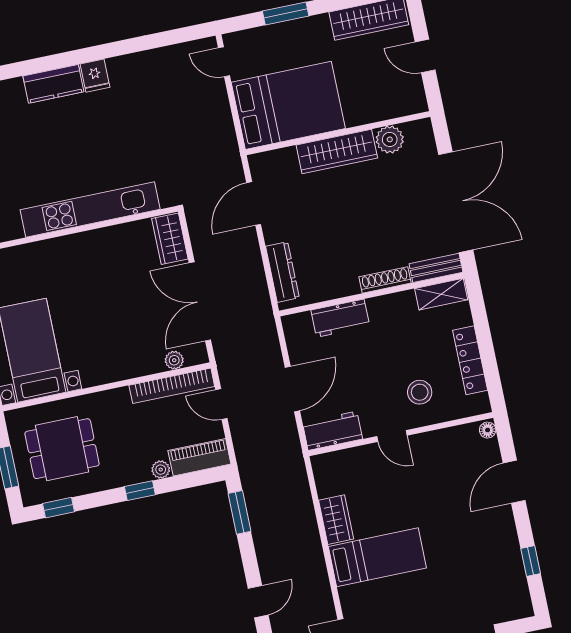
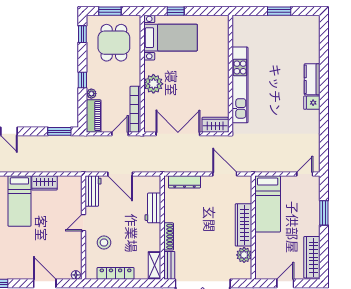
bed: (288, 105) -> (268, 204), width x0.67
plant: (174, 360) -> (153, 84), moved, width x1.88, depth x1.88

